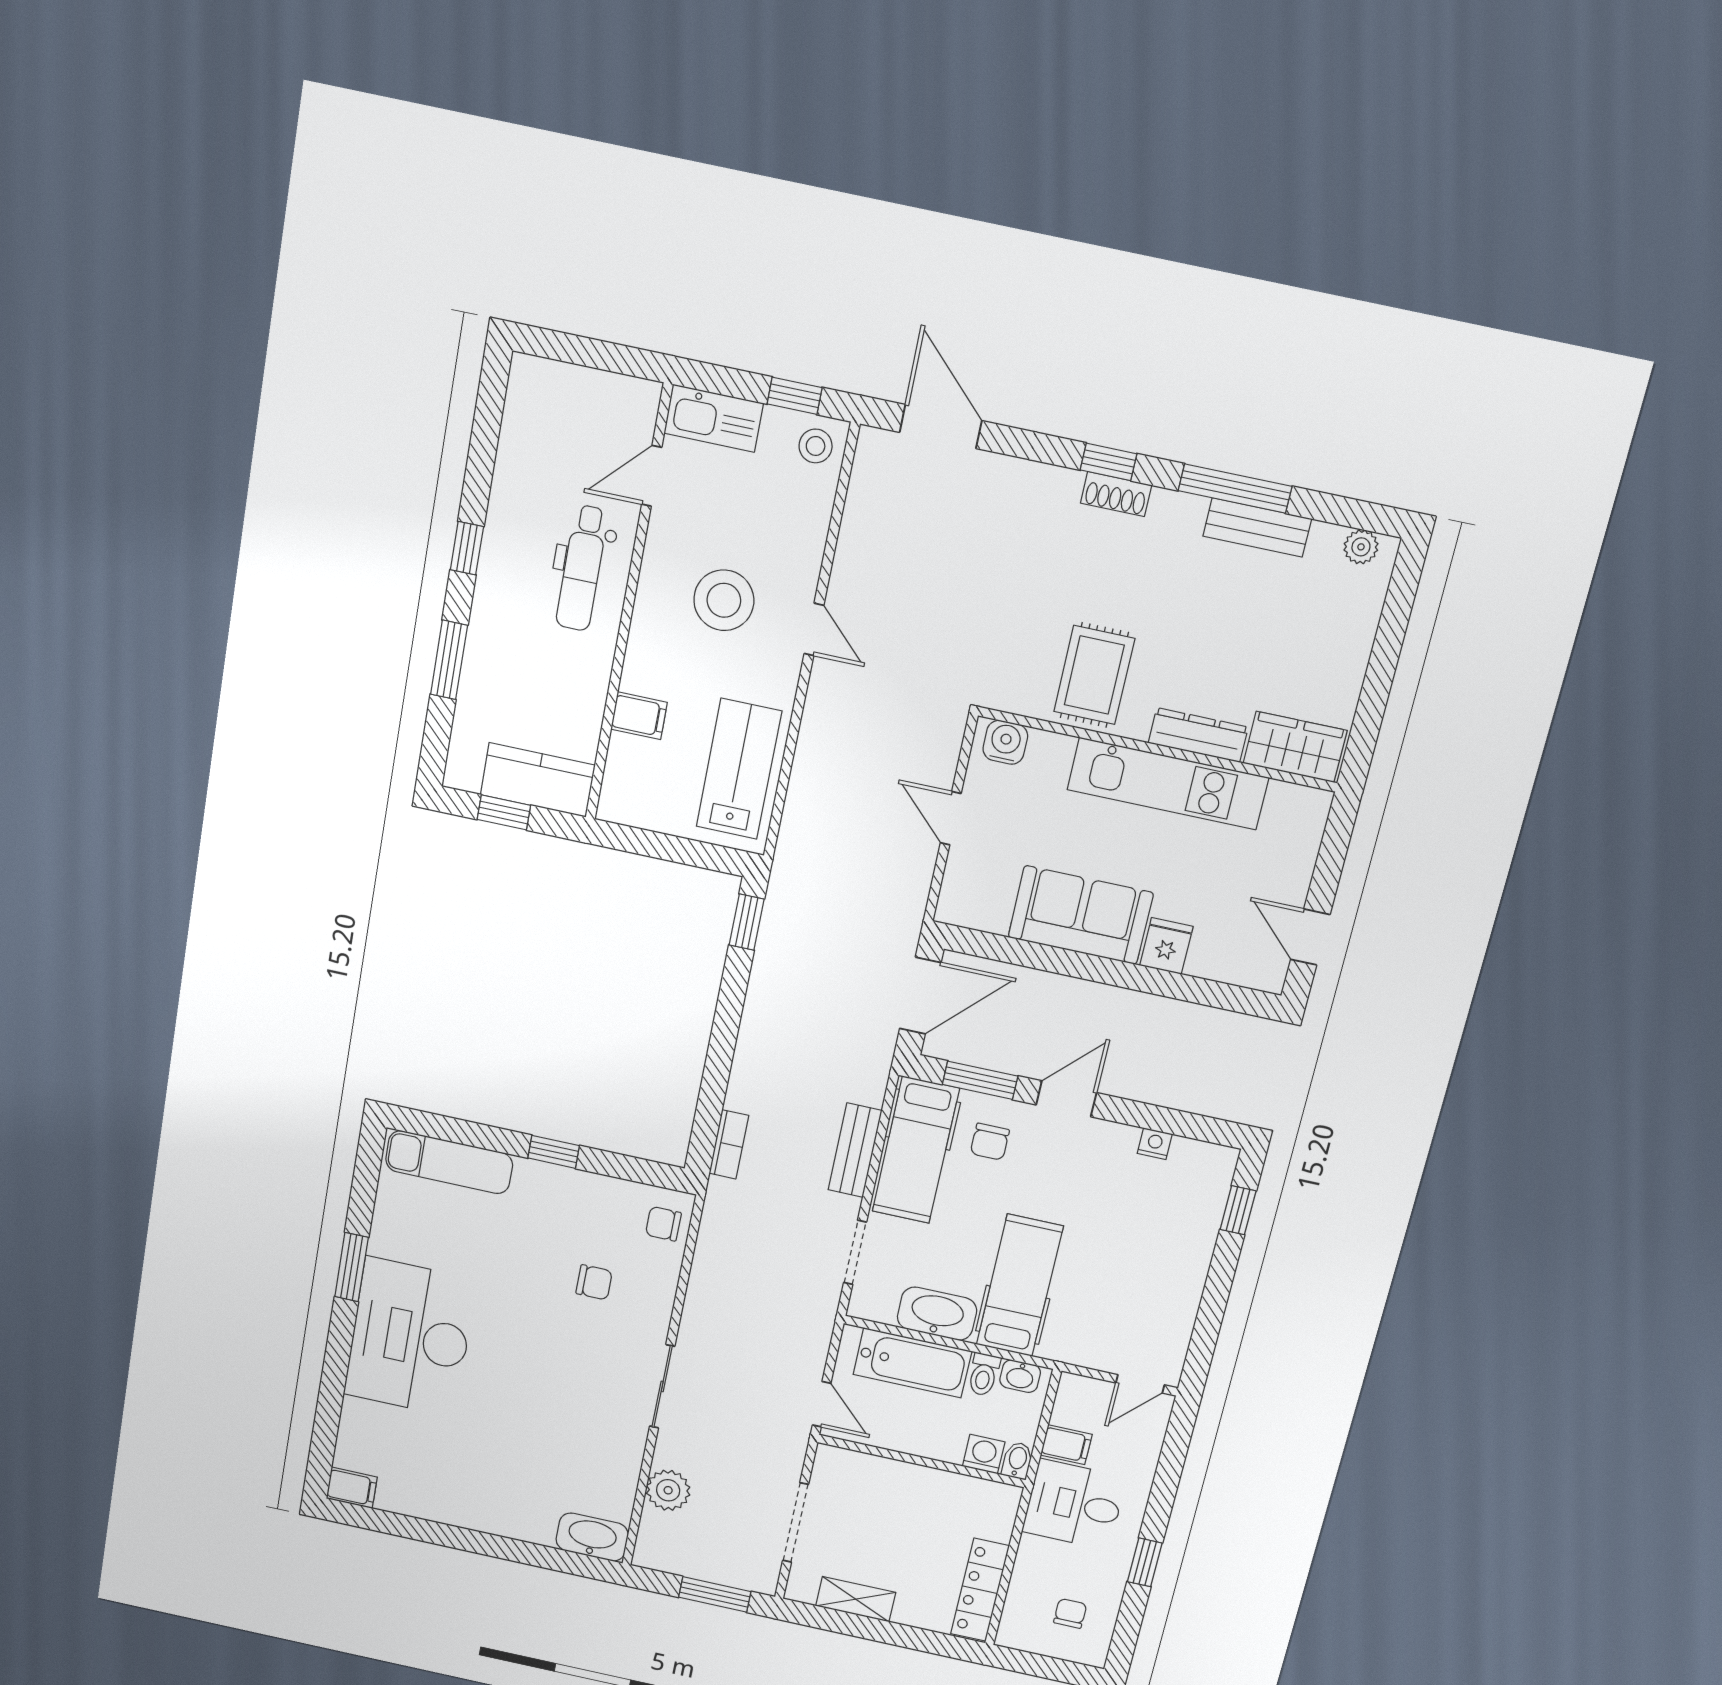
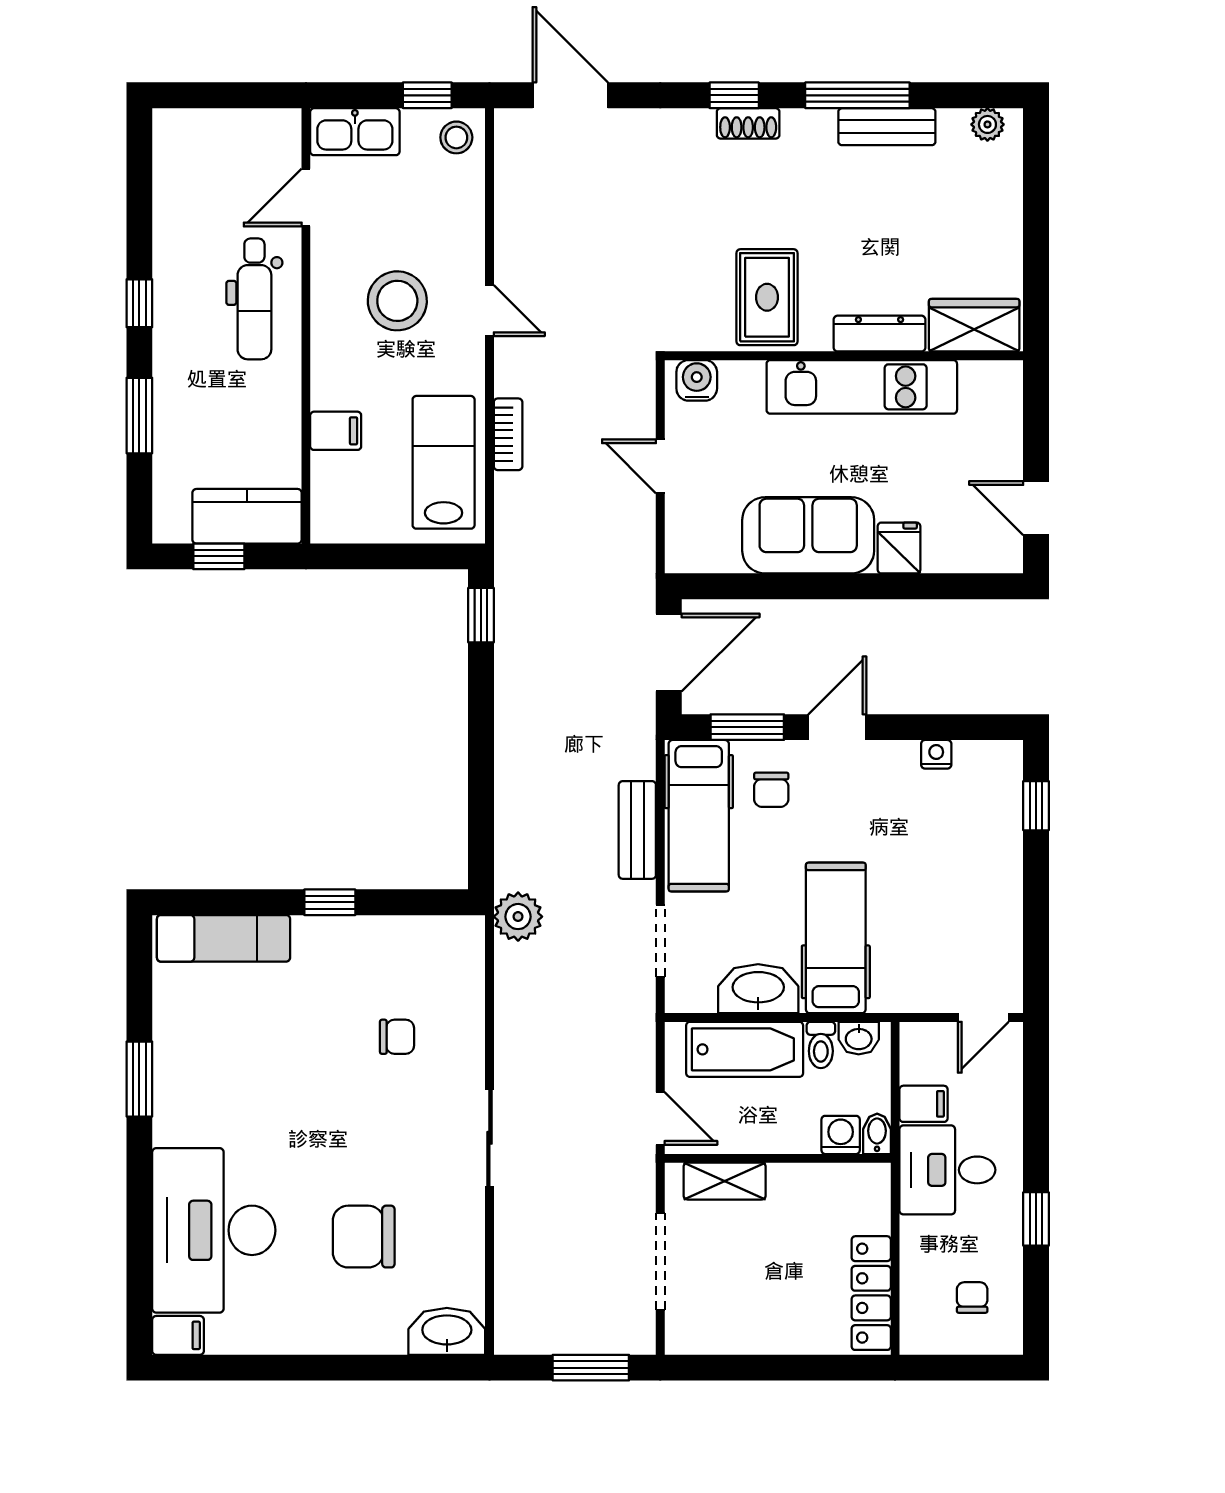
bookcase: (729, 1144) -> (508, 434), moved
chair: (663, 1224) -> (364, 1237), moved, width x1.87, depth x1.87
desk: (410, 1337) -> (214, 1230), moved
plant: (668, 1490) -> (518, 917), moved
shelving: (856, 1599) -> (725, 1181), moved

